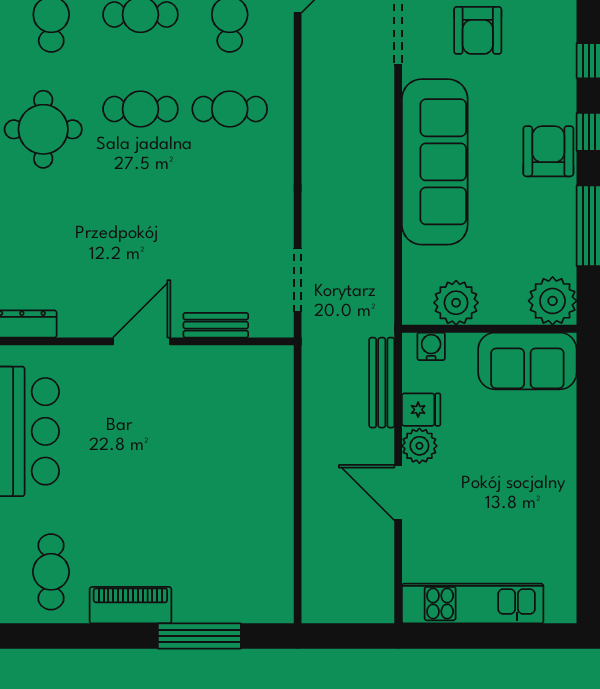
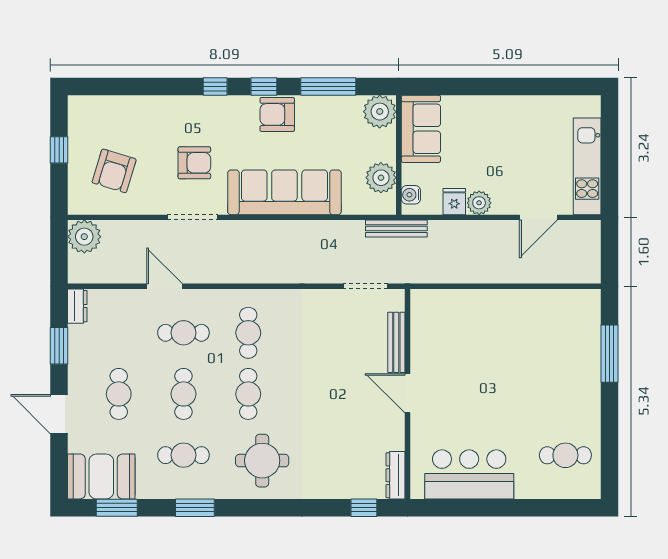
bench: (216, 325) -> (396, 342), width x1.36
bench: (382, 383) -> (396, 229), moved
door: (398, 493) -> (538, 217), moved
piano: (130, 605) -> (588, 401), removed

